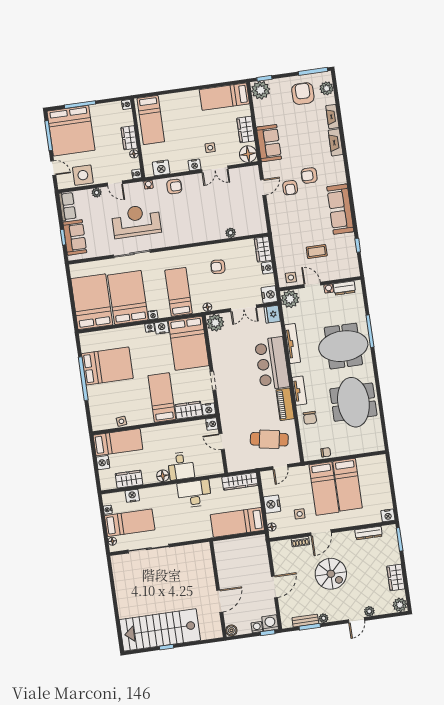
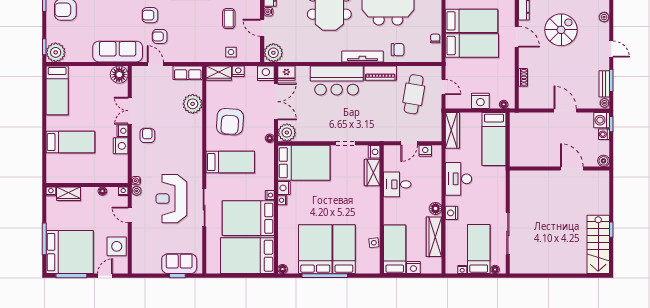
bed: (151, 120) -> (70, 142), moved
wardrobe: (246, 129) -> (94, 73), removed
wardrobe: (129, 138) -> (69, 194), moved
sofa: (269, 143) -> (118, 52), width x1.36
side table: (210, 148) -> (107, 112), removed
nightstand: (161, 168) -> (121, 146), moved
double door: (215, 169) -> (130, 111), swing flipped
armchair: (309, 175) -> (150, 15), turned 90
door: (115, 183) -> (130, 215), swing flipped
armchair: (174, 187) -> (147, 135), moved
armchair: (290, 188) -> (160, 36), turned 180
plant: (97, 193) -> (137, 191), moved
row of seats: (67, 206) -> (188, 73), moved, turned 180
plant: (231, 233) -> (193, 104), width x1.88, depth x1.88
armchair: (218, 267) -> (230, 122), width x1.88, depth x1.88
side table: (291, 277) -> (231, 52), moved
door: (312, 285) -> (262, 28), hinge flipped
bed: (179, 292) -> (230, 162), moved, turned 180
double door: (244, 308) -> (276, 102), width x1.37
floor lamp: (84, 337) -> (283, 269), added
tv unit: (293, 344) -> (319, 57), removed
tv unit: (299, 391) -> (362, 56), width x1.41
bed: (162, 397) -> (344, 249), moved, turned 90
nightstand: (212, 424) -> (425, 151), moved
desk: (181, 466) -> (397, 184), moved, turned 180
wardrobe: (129, 479) -> (434, 237), width x1.50
nightstand: (132, 496) -> (452, 213), moved
side table: (300, 514) -> (494, 74), removed
door: (321, 533) -> (517, 37), moved
spiral stairs: (331, 574) -> (561, 30), moved
plant: (324, 618) -> (604, 103), moved
door: (356, 620) -> (611, 49), moved
stairs: (160, 630) -> (598, 244), width x0.73, depth x0.66

